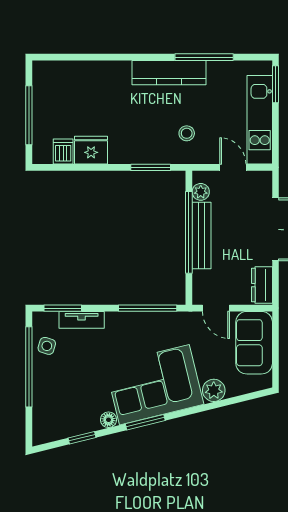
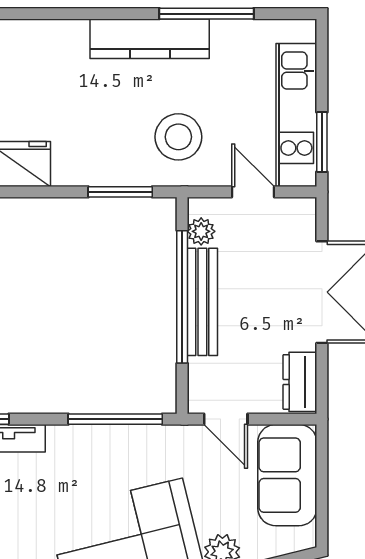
window: (275, 84) -> (322, 142), moved
stool: (187, 133) -> (178, 137), width x1.89, depth x1.89

